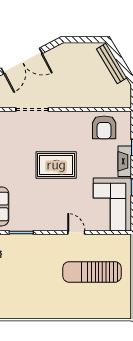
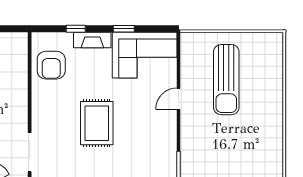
armchair: (104, 127) -> (51, 65), turned 90

